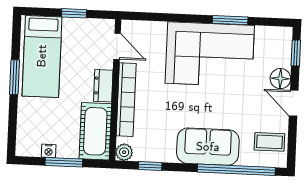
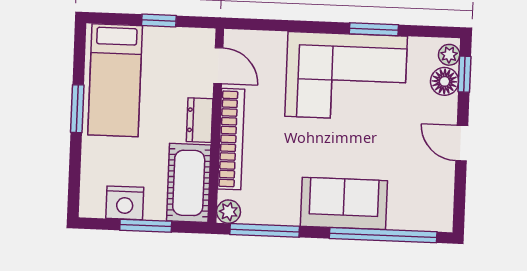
plant: (285, 39) -> (449, 55), added
floor lamp: (280, 79) -> (445, 81), moved
coffee table: (269, 142) -> (429, 197), removed
nightstand: (49, 151) -> (125, 203), width x1.89, depth x1.79
window: (150, 166) -> (265, 230), width x2.17

